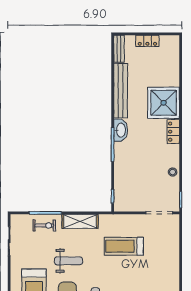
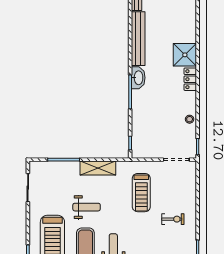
shower: (164, 103) -> (185, 55), width x0.73, depth x0.73
exercise bike: (44, 225) -> (173, 219), moved
treadmill: (124, 246) -> (141, 193), turned -90

